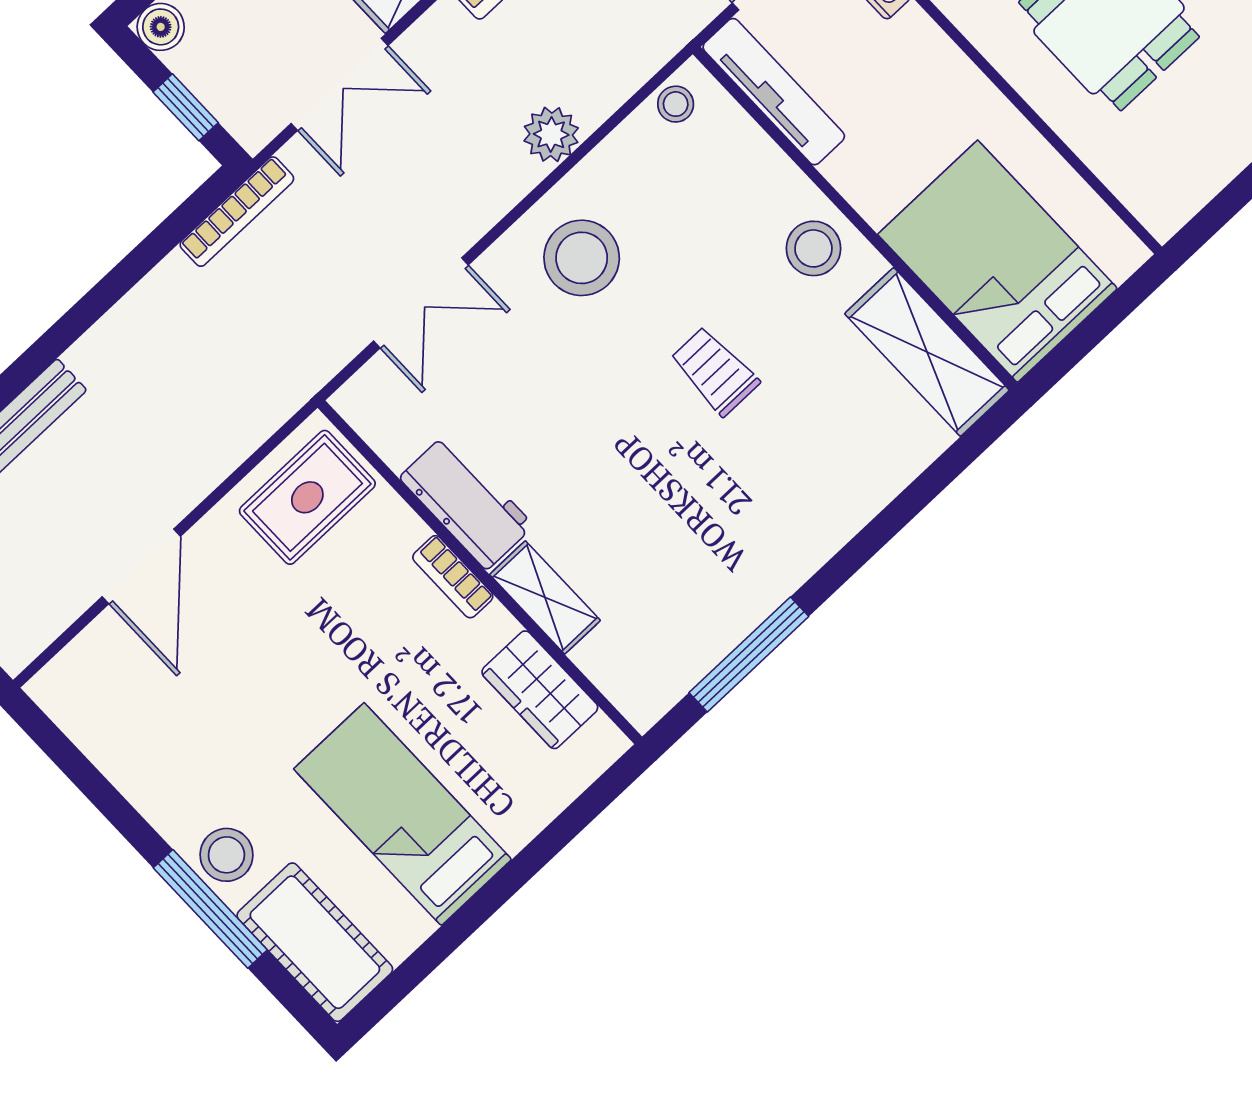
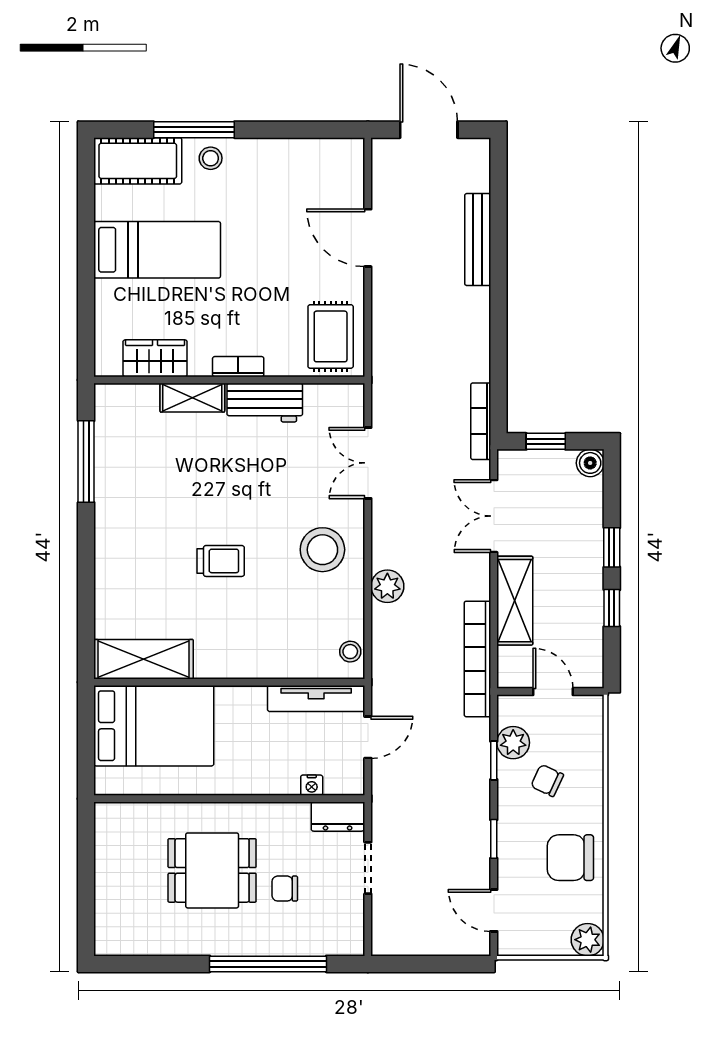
stool: (813, 248) -> (233, 652), removed
stool: (226, 855) -> (211, 158), width x0.73, depth x0.73

